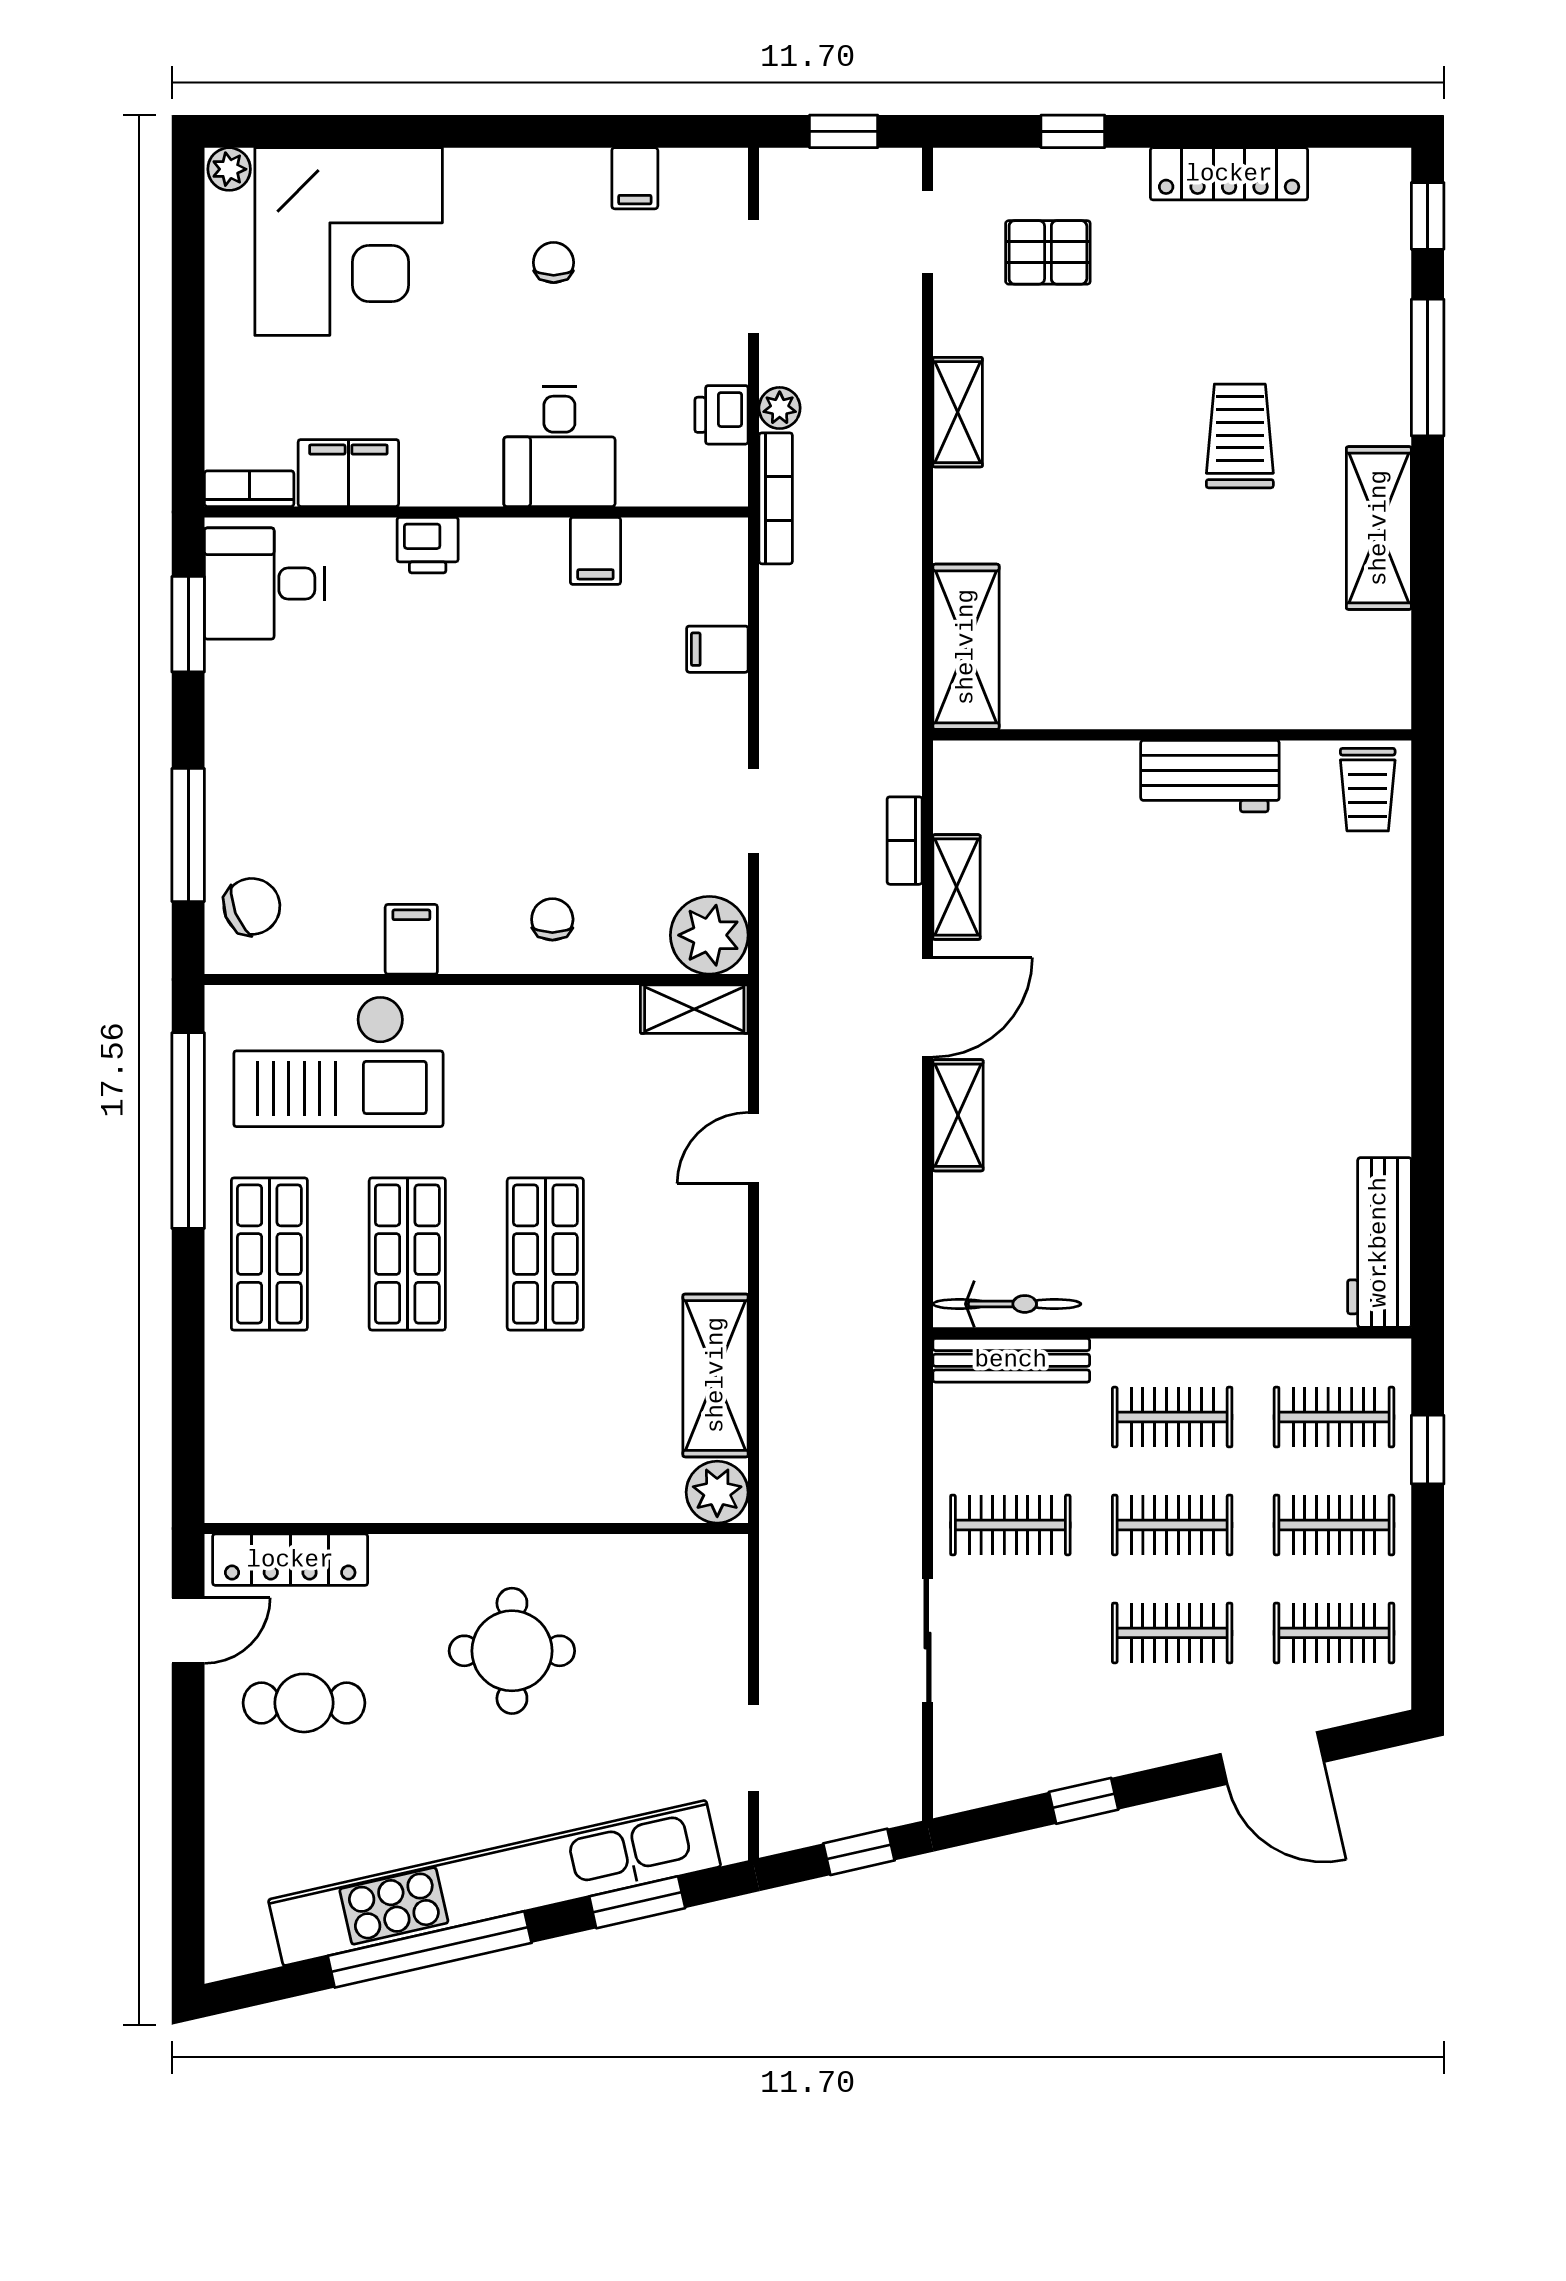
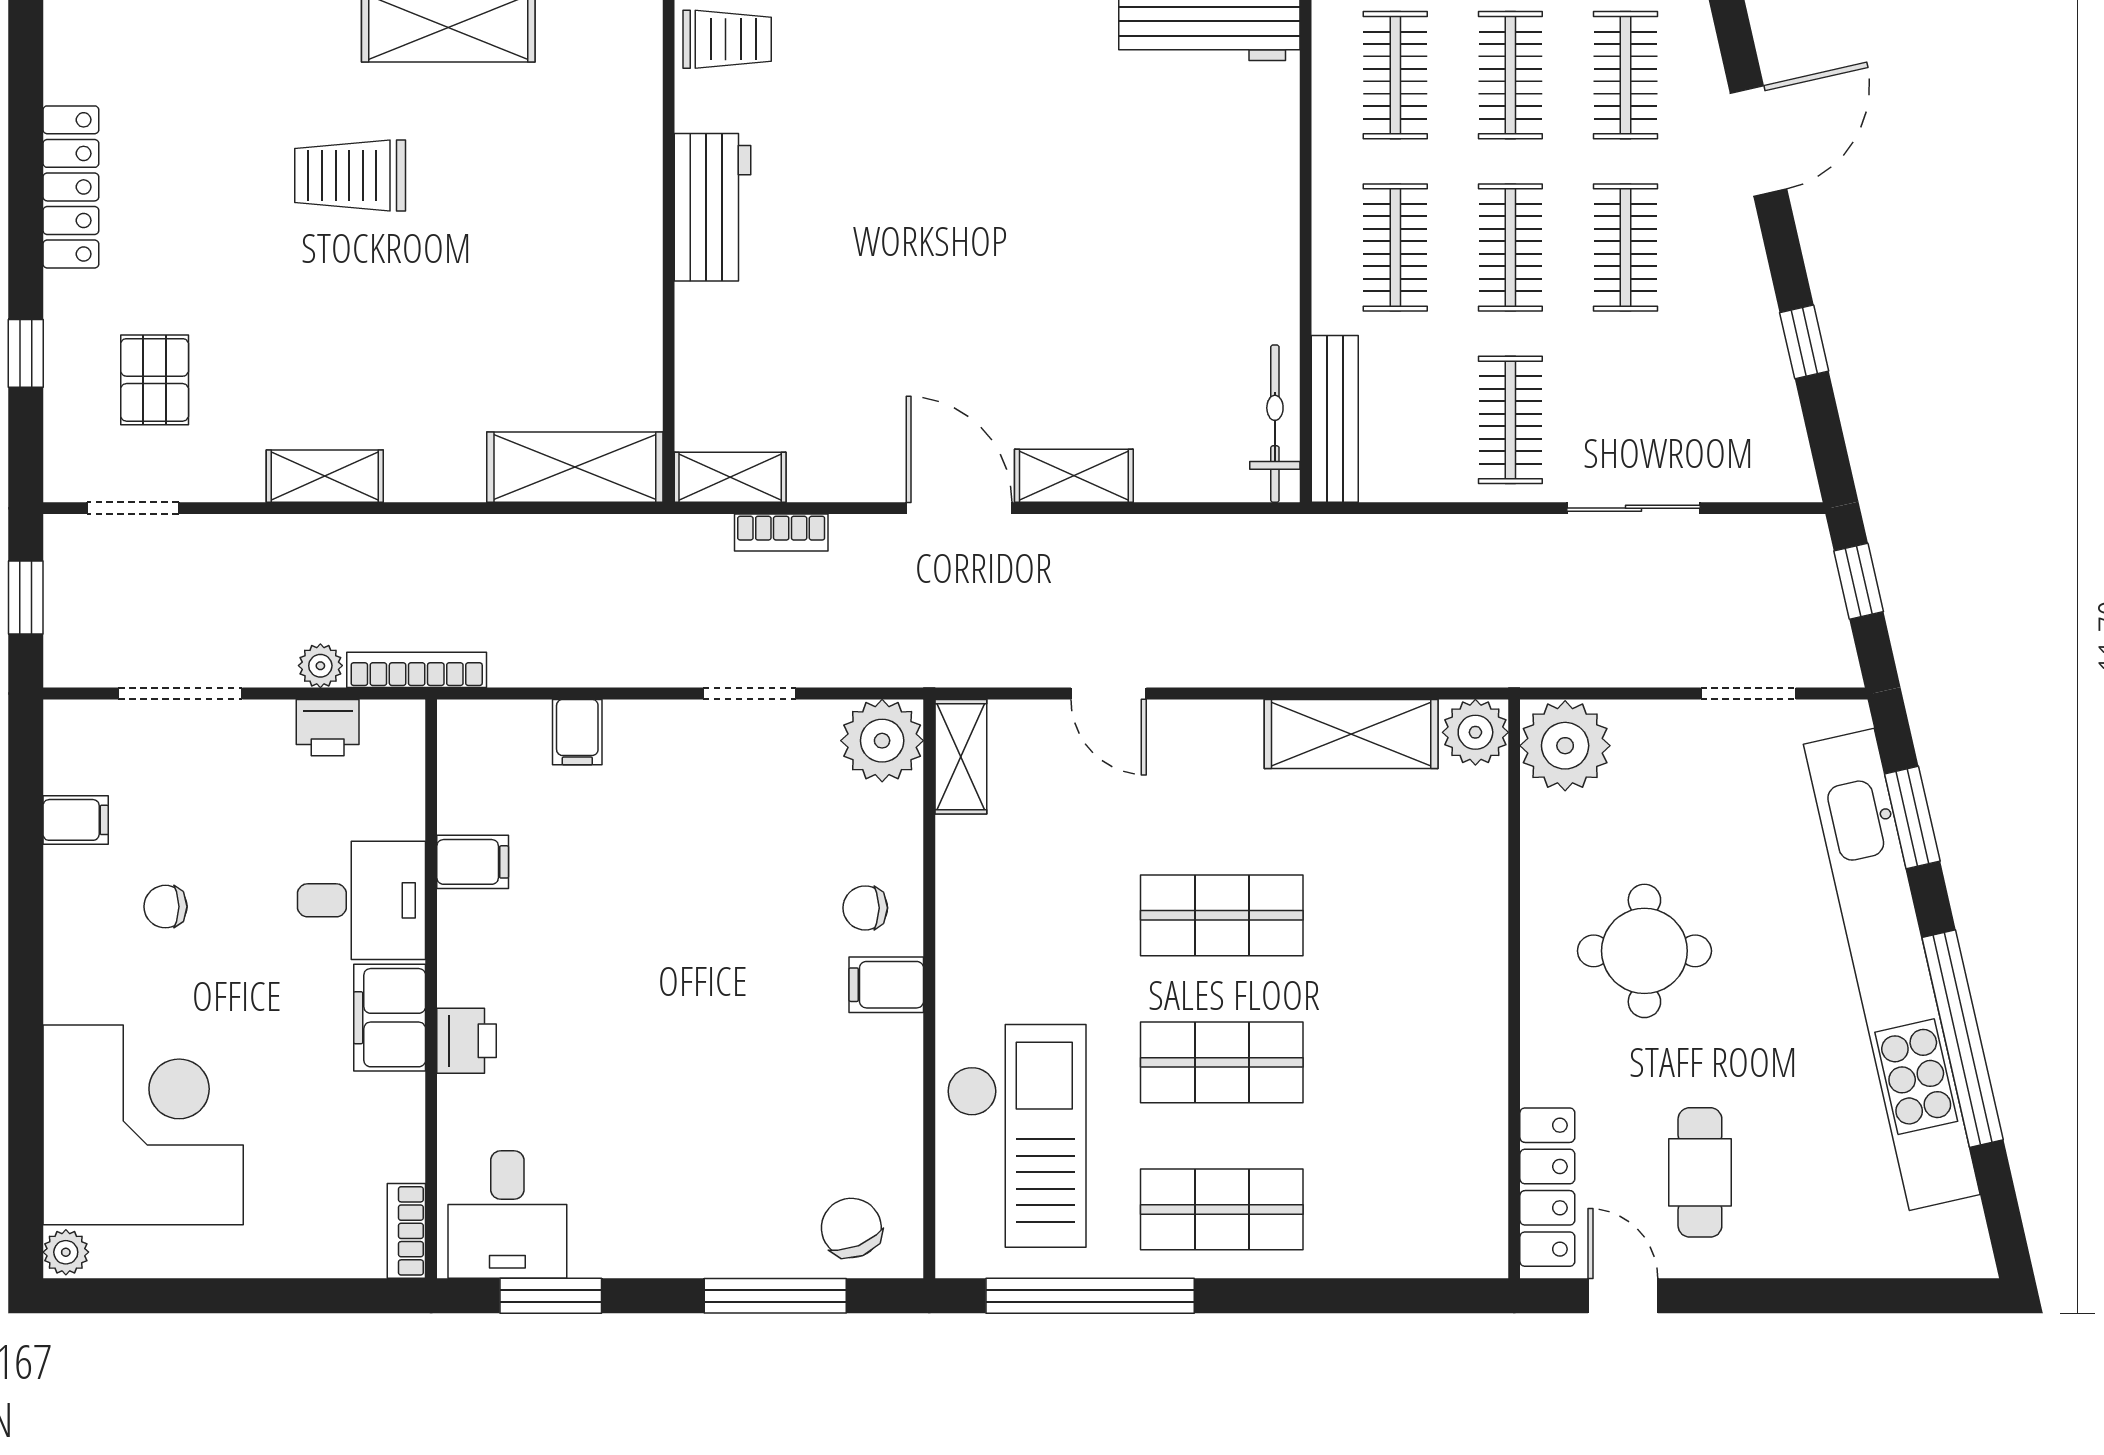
filing cabinet: (348, 473) -> (390, 1018), moved
shelving: (957, 887) -> (730, 477), moved
filing cabinet: (411, 939) -> (886, 985), moved
plant: (705, 1576) -> (1565, 746), added

